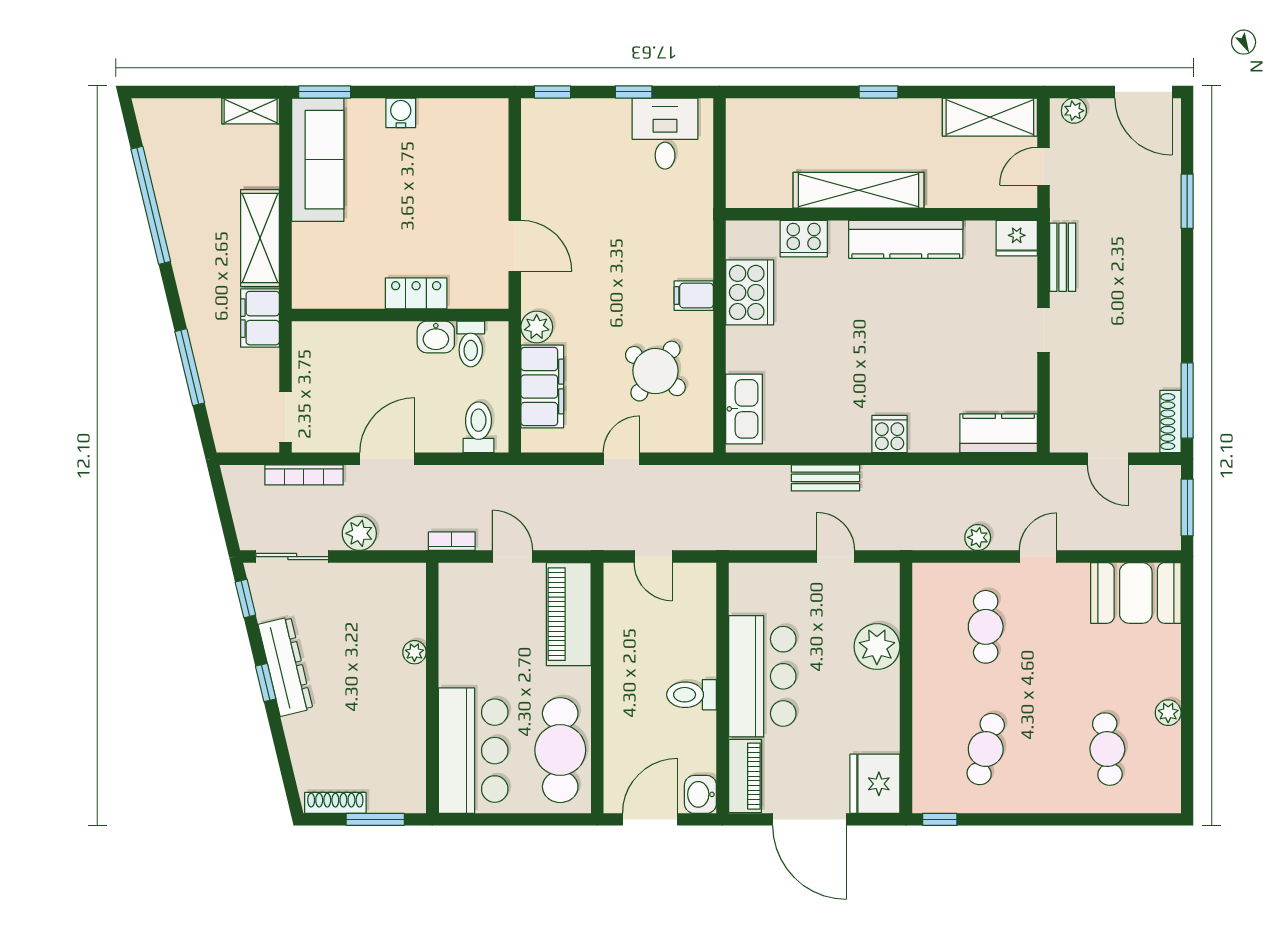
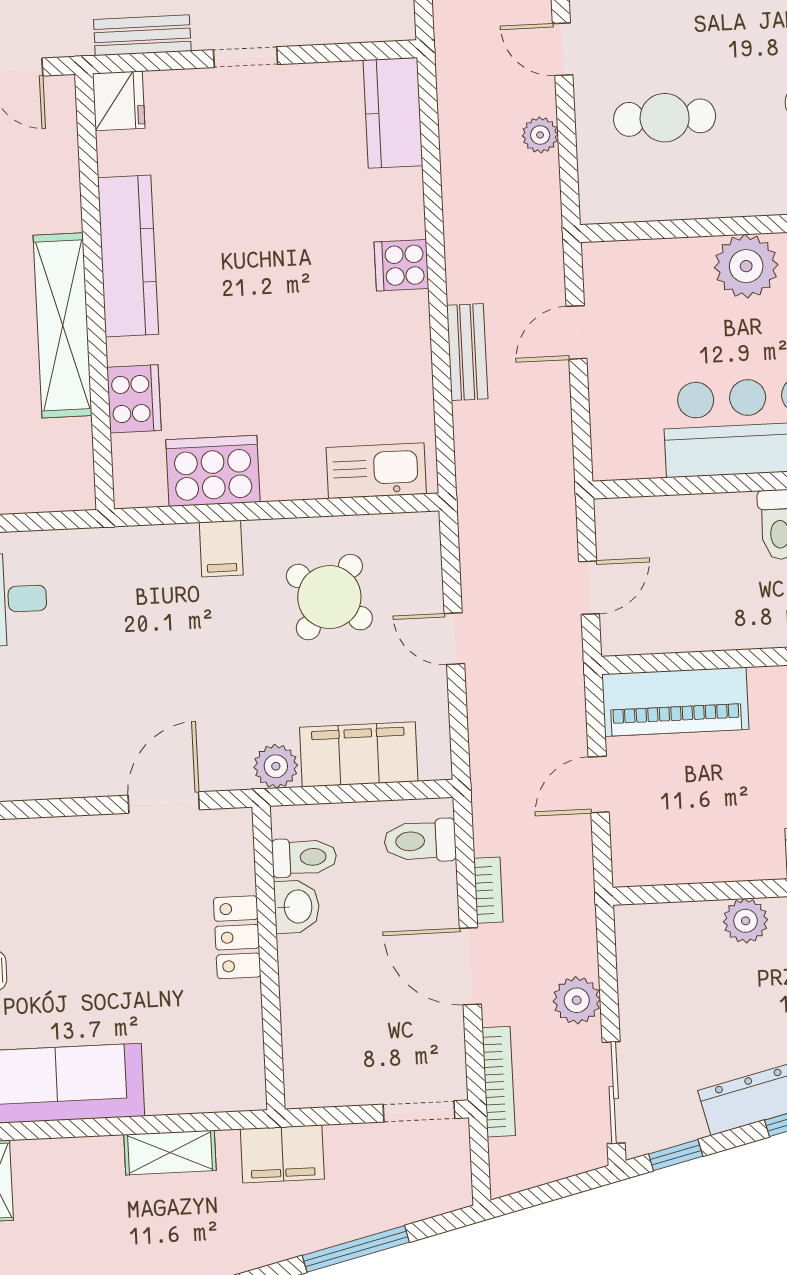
shelving: (260, 238) -> (170, 1153), width x0.67, depth x0.75
bookcase: (452, 541) -> (488, 890), moved, turned 180
plant: (877, 647) -> (746, 266), moved
plant: (414, 652) -> (746, 921), width x1.38, depth x1.38

